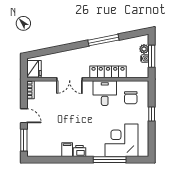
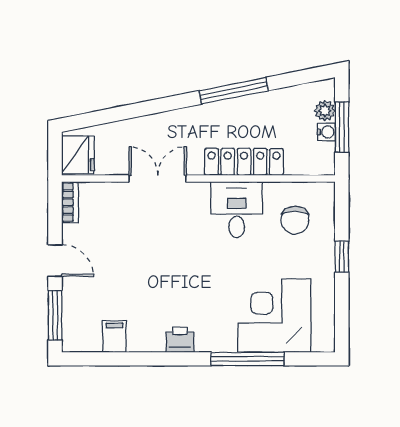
double door: (70, 79) -> (158, 178), swing flipped
filing cabinet: (67, 150) -> (114, 336), moved

